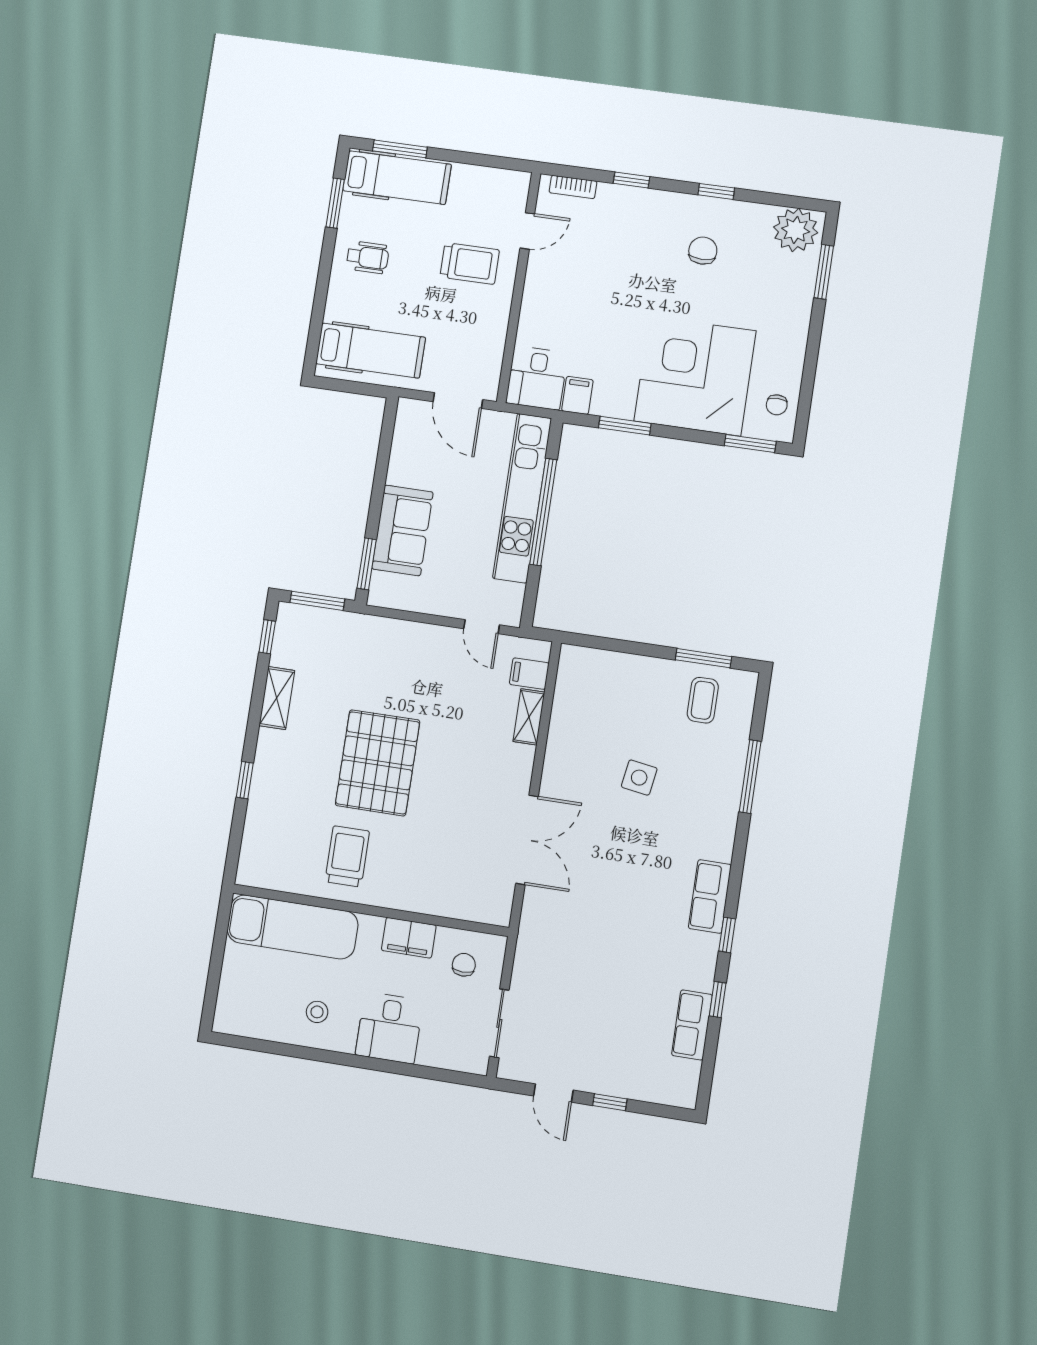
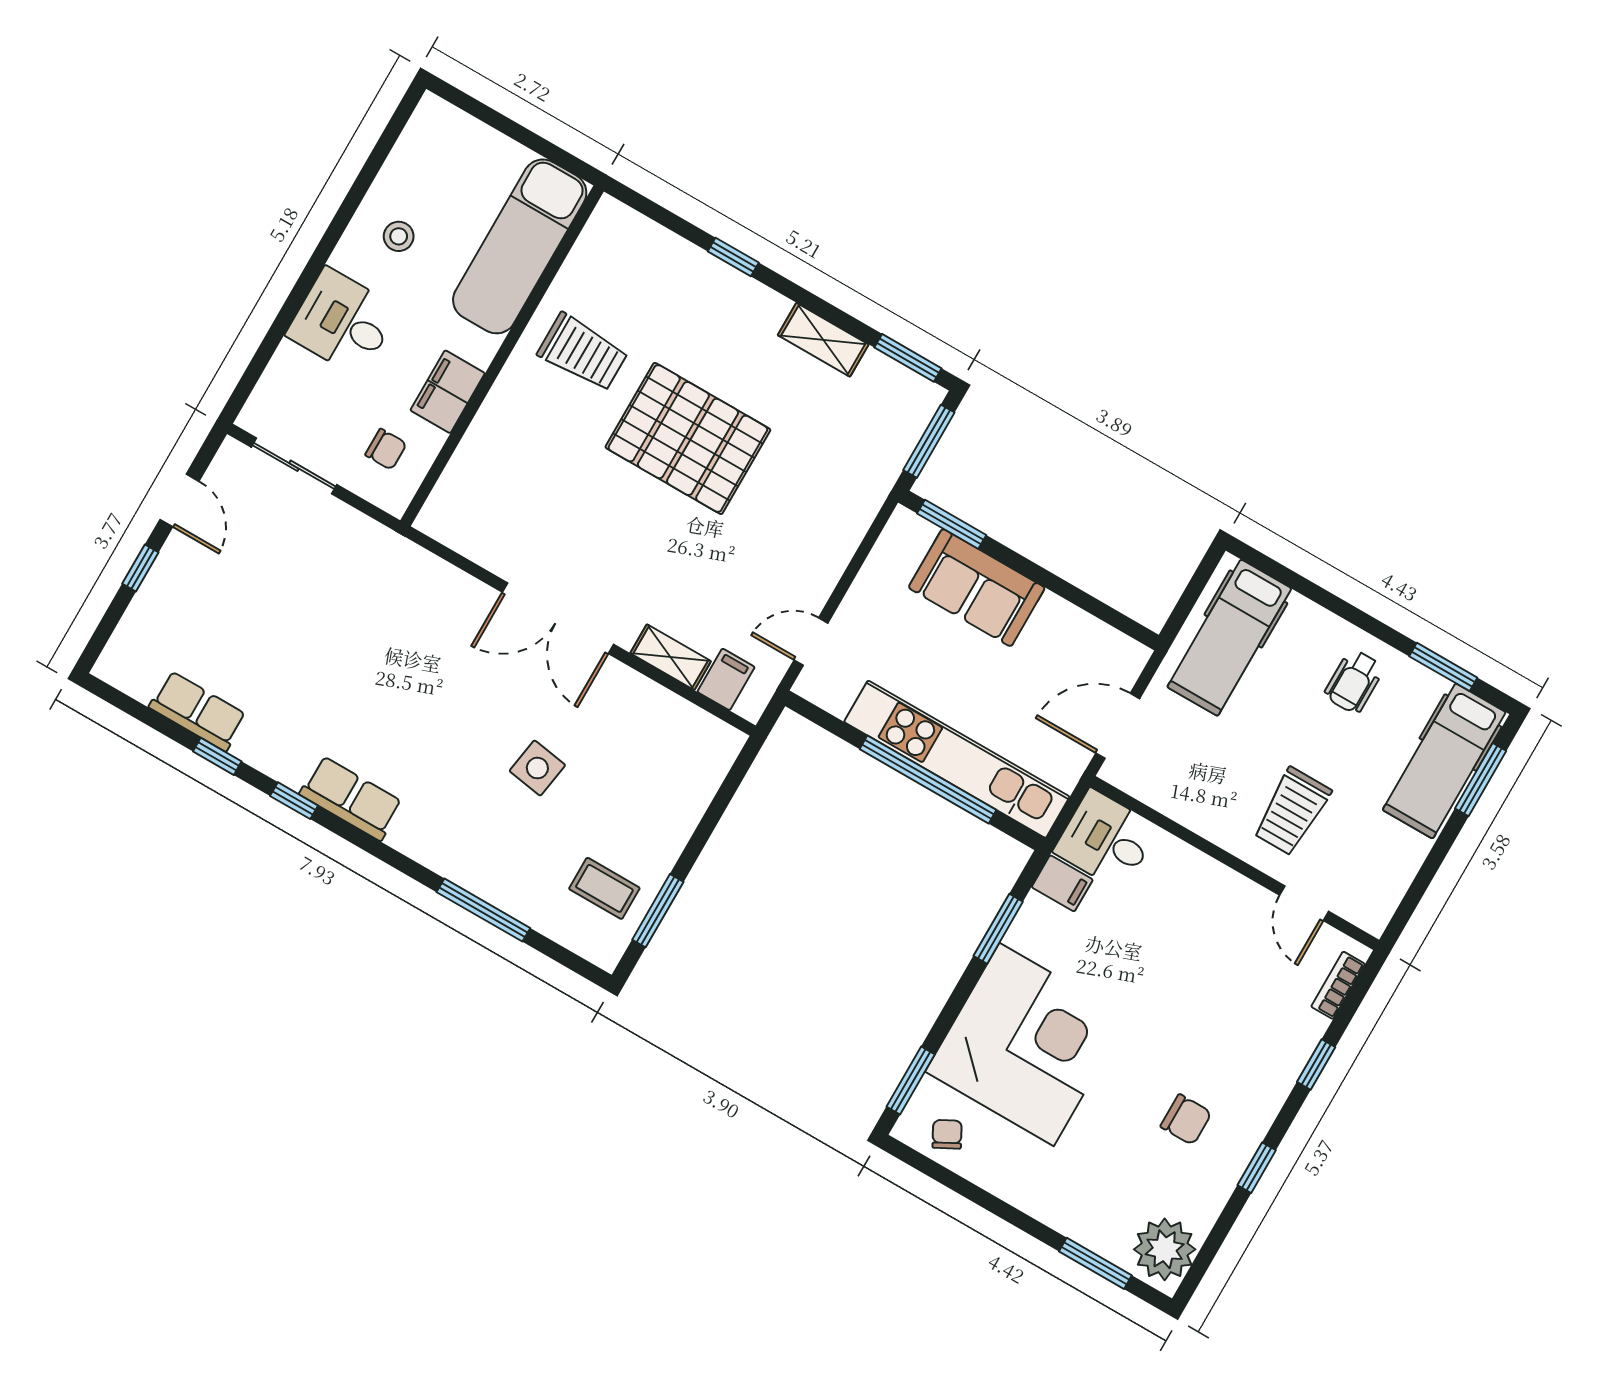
chair: (777, 405) -> (947, 1134), turned 62
window: (267, 637) -> (908, 358), width x1.50
double door: (527, 840) -> (558, 618), moved
door: (553, 1093) -> (179, 500), swing flipped

